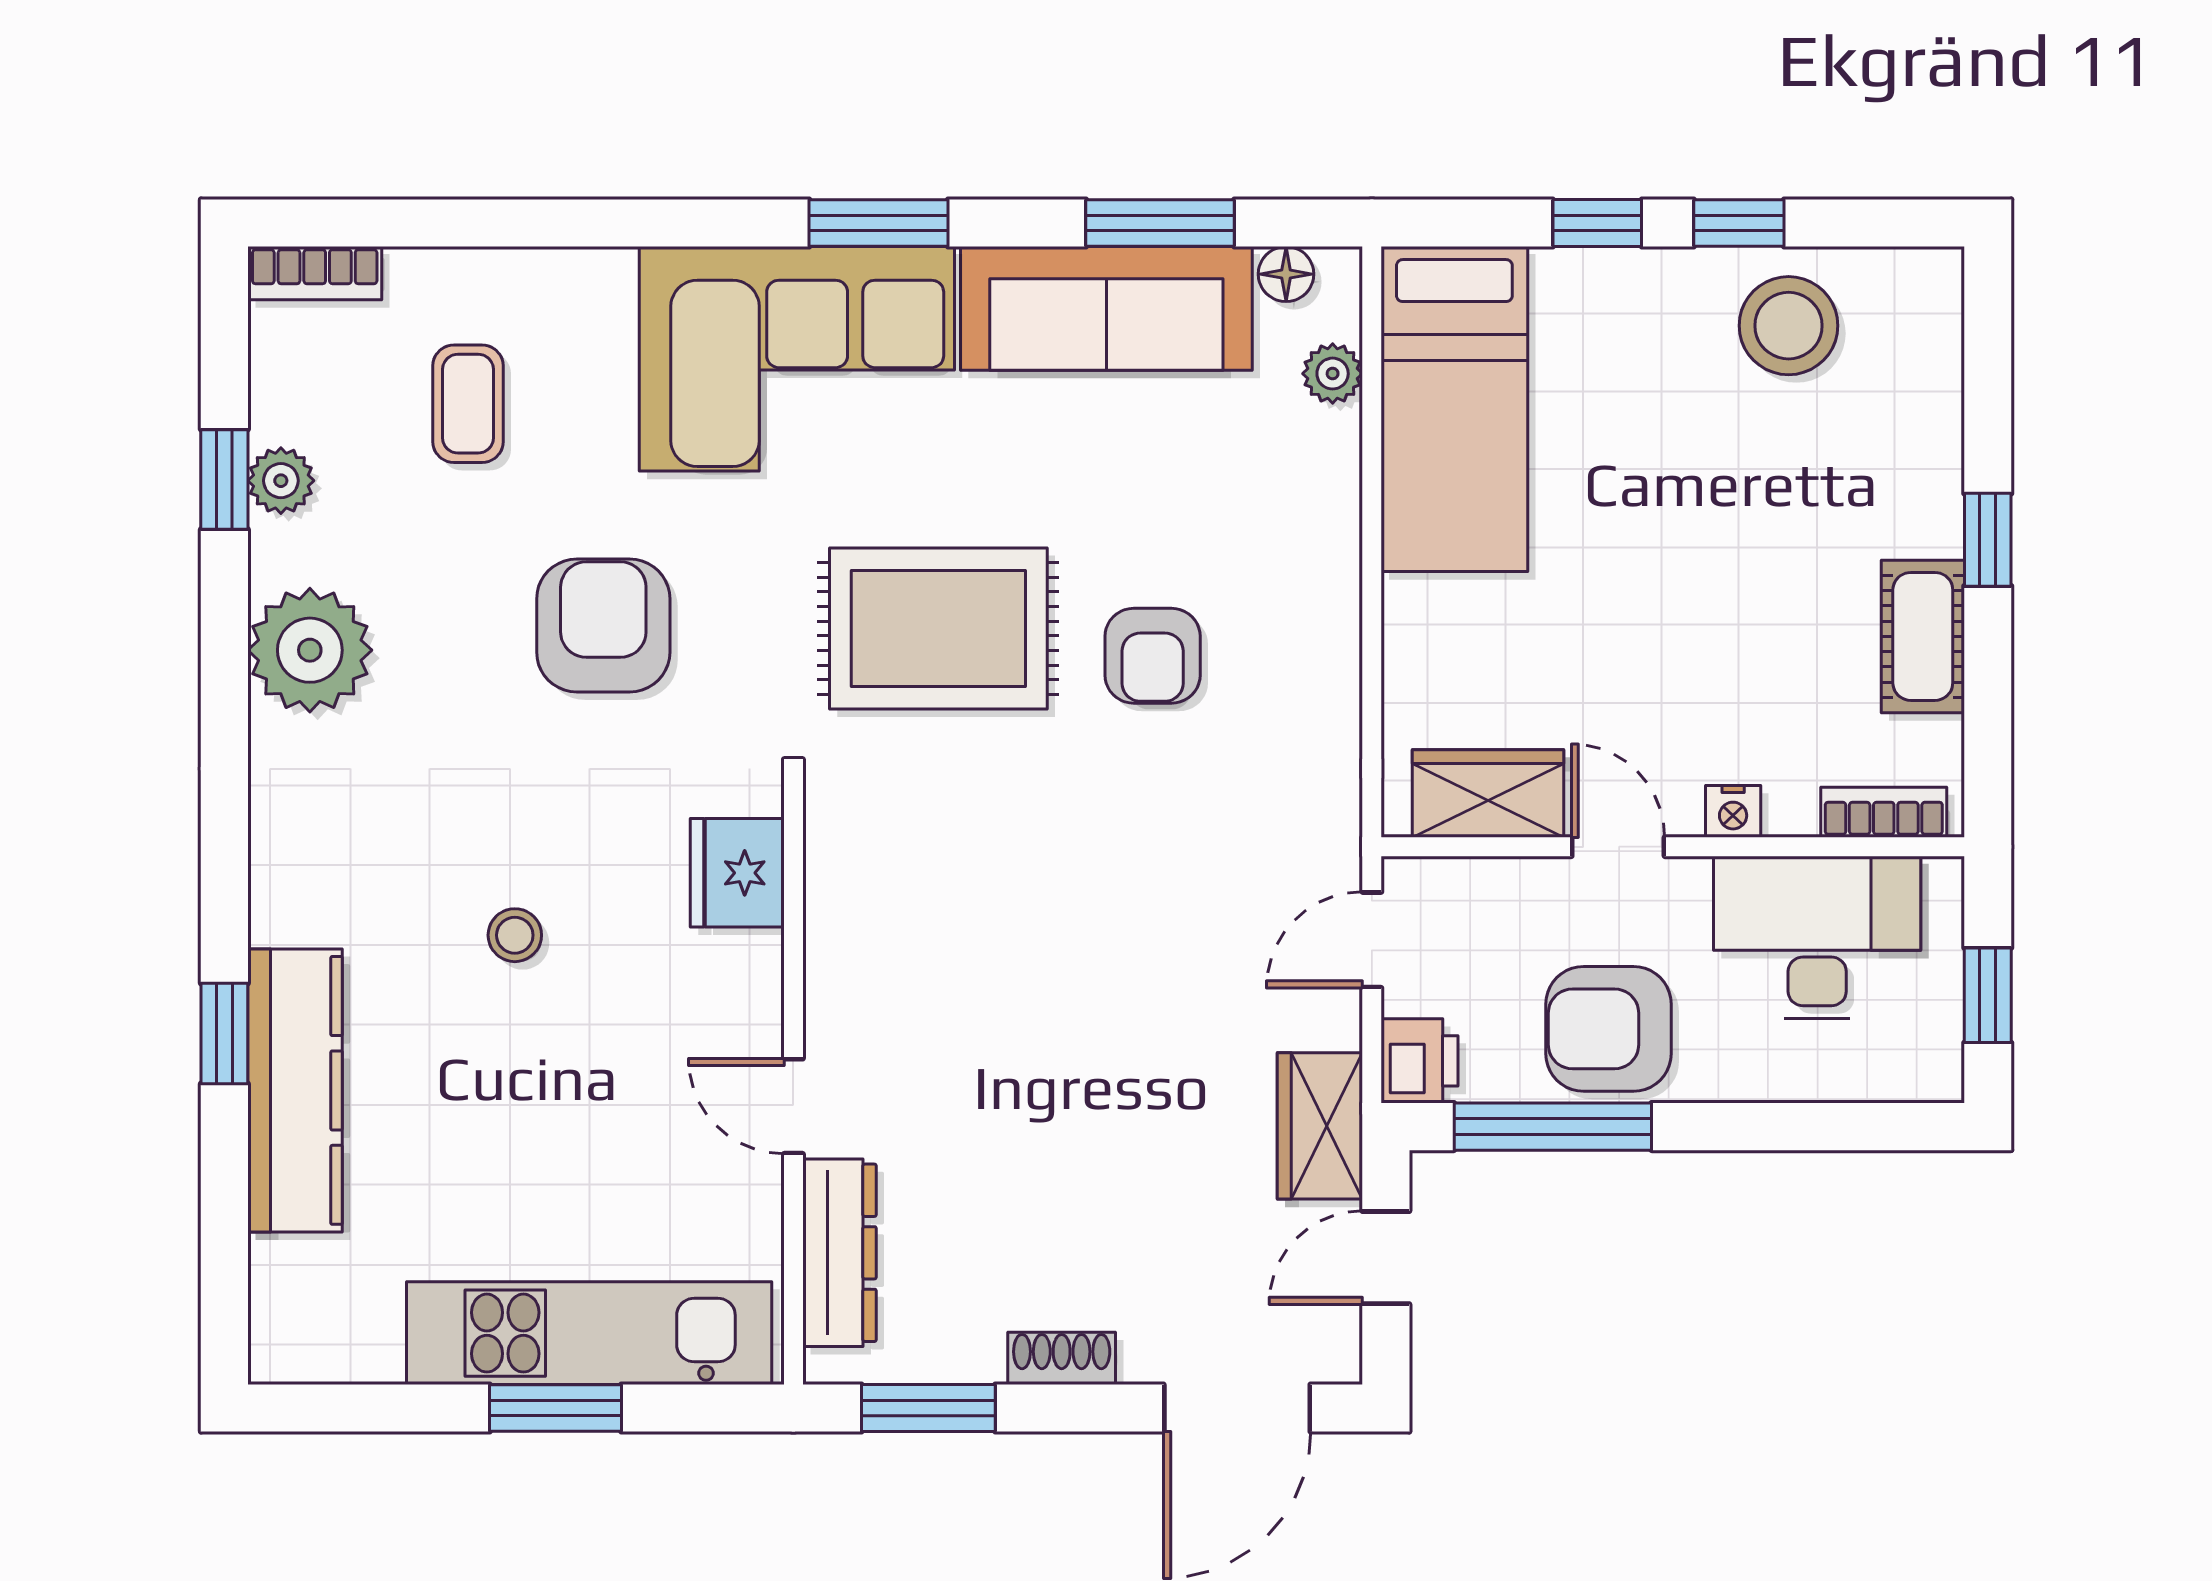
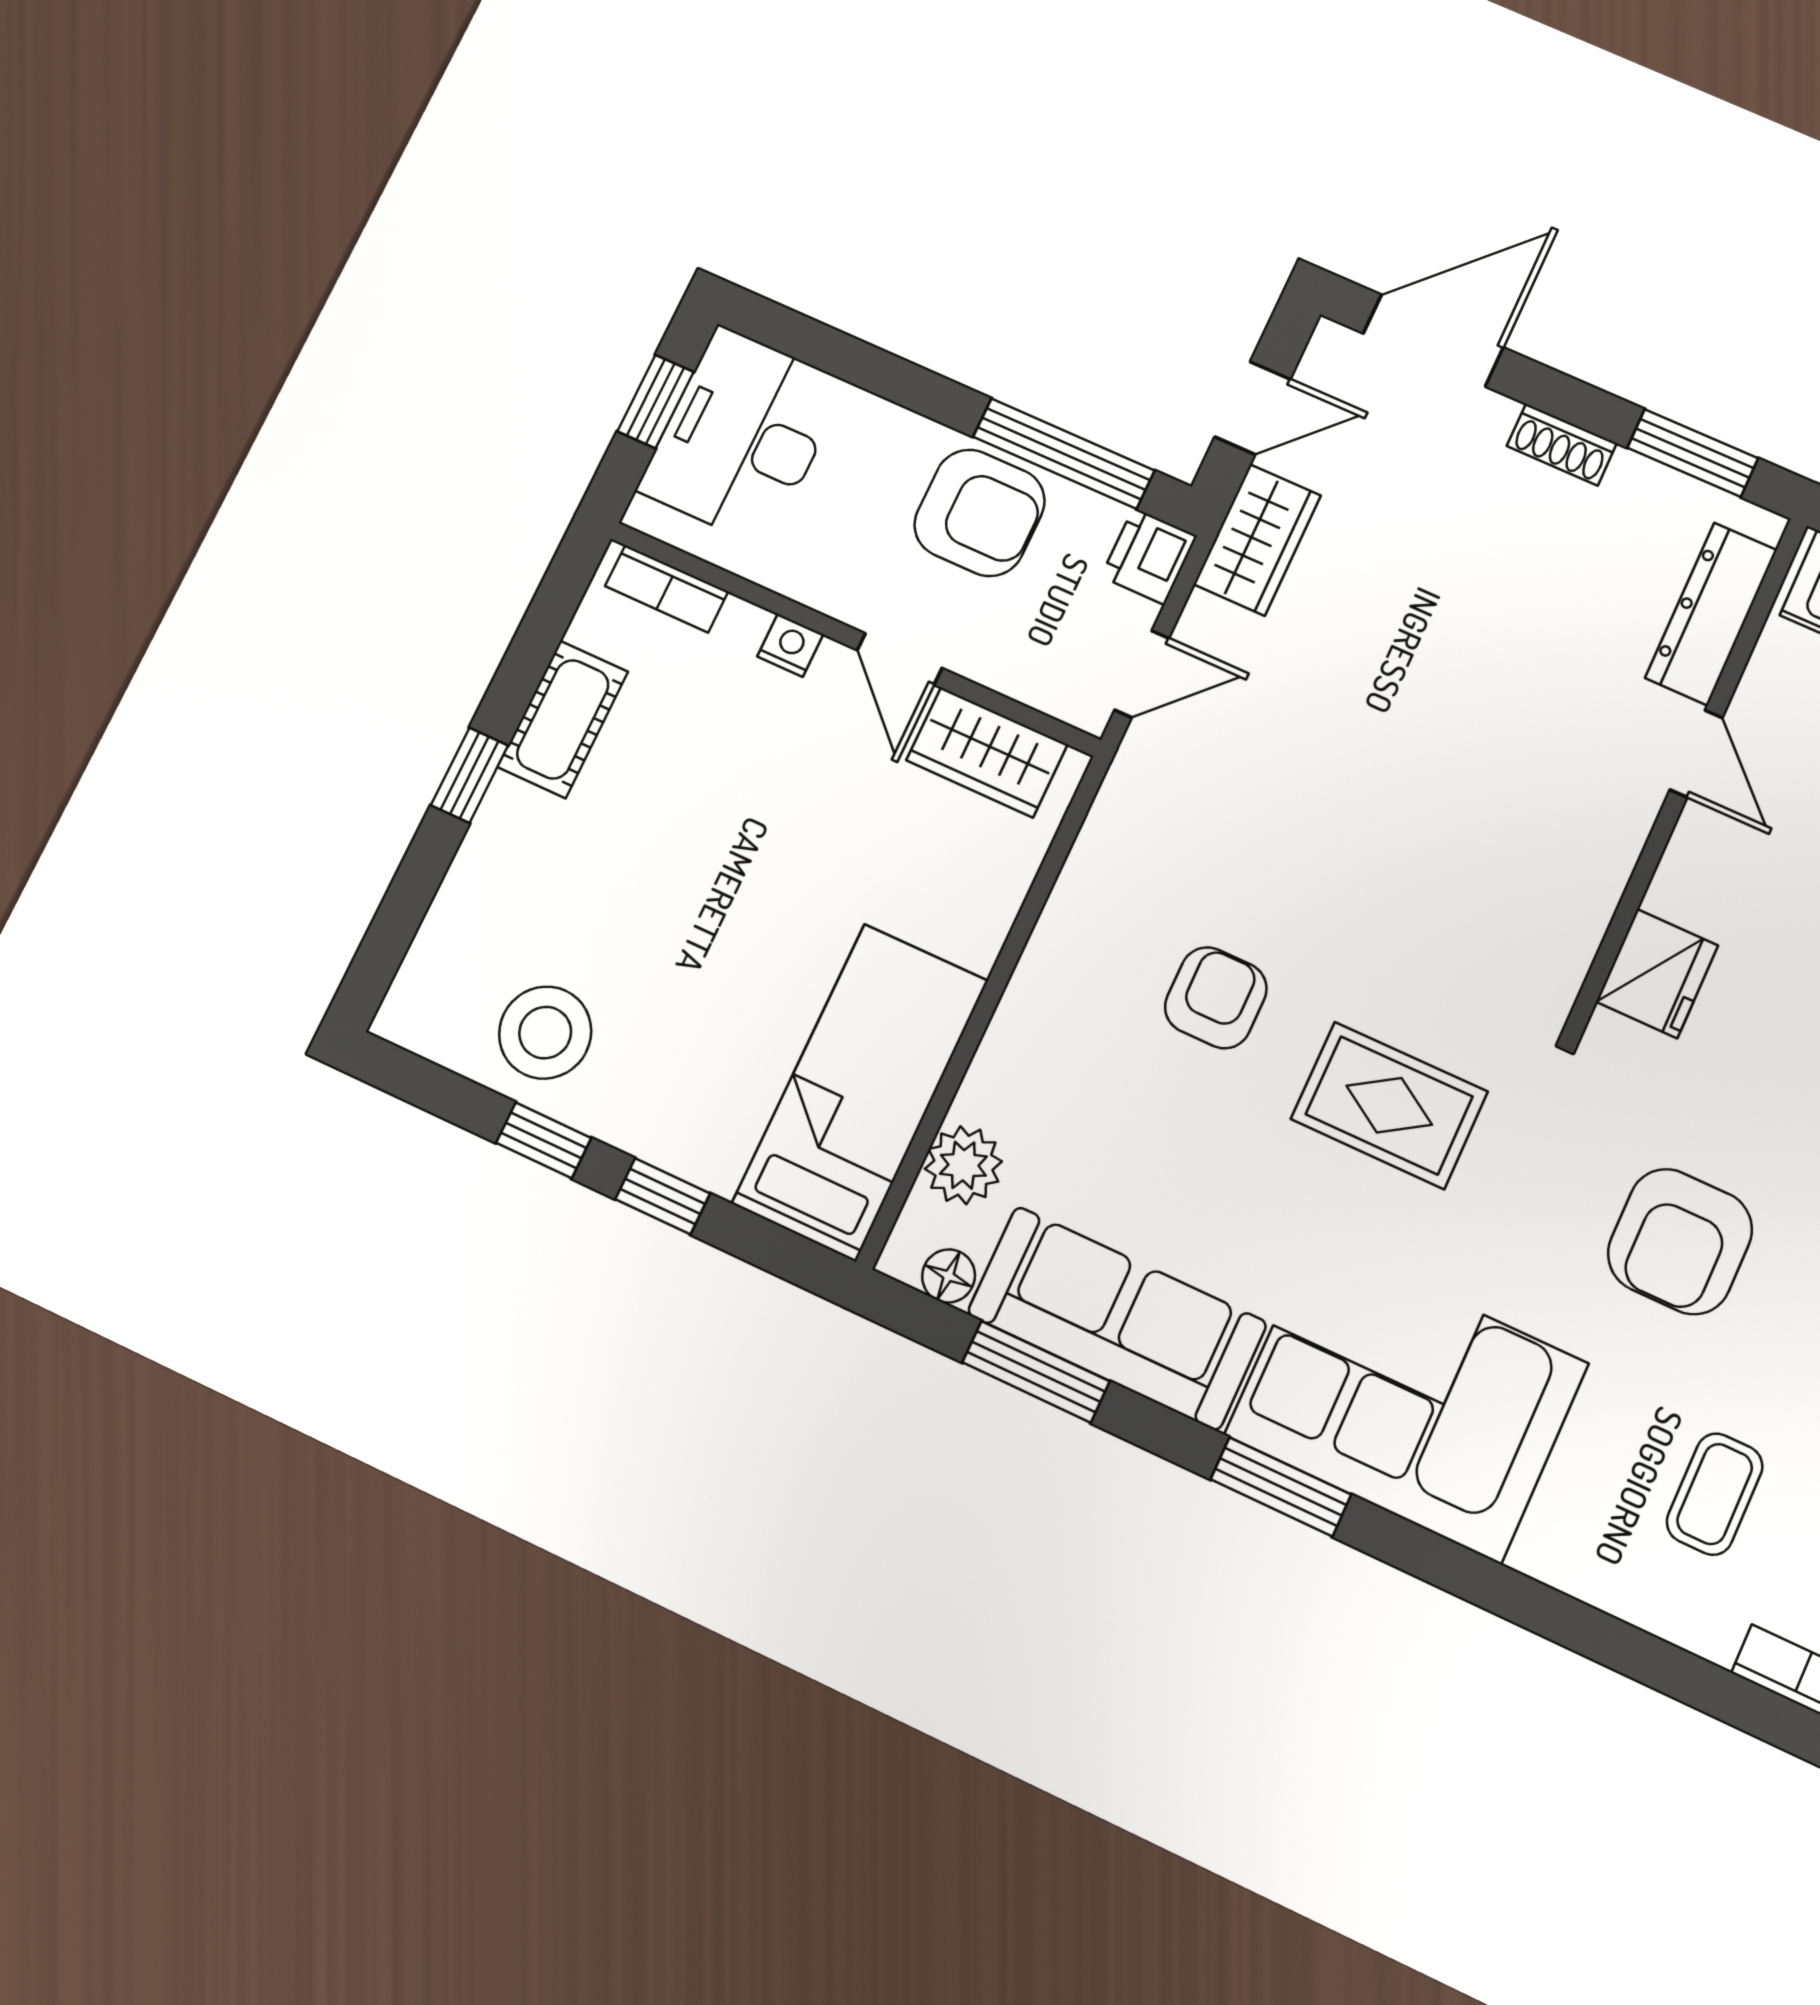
plant: (1333, 374) -> (963, 1165), width x1.38, depth x1.38
rug: (938, 629) -> (1389, 1105), width x0.73, depth x0.70
desk: (1817, 937) -> (743, 436), moved, turned 90

